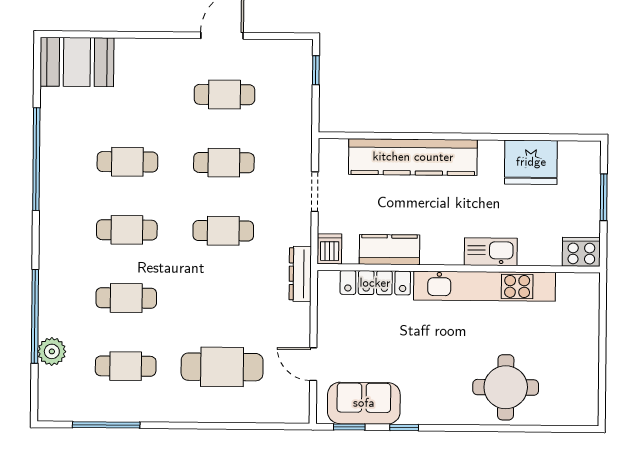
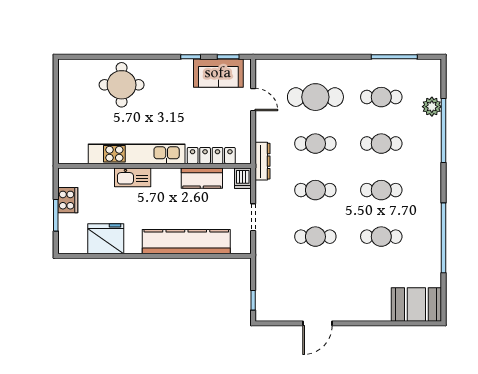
cafe table: (224, 95) -> (315, 144), moved
cooker: (581, 252) -> (68, 200), moved, turned -90

